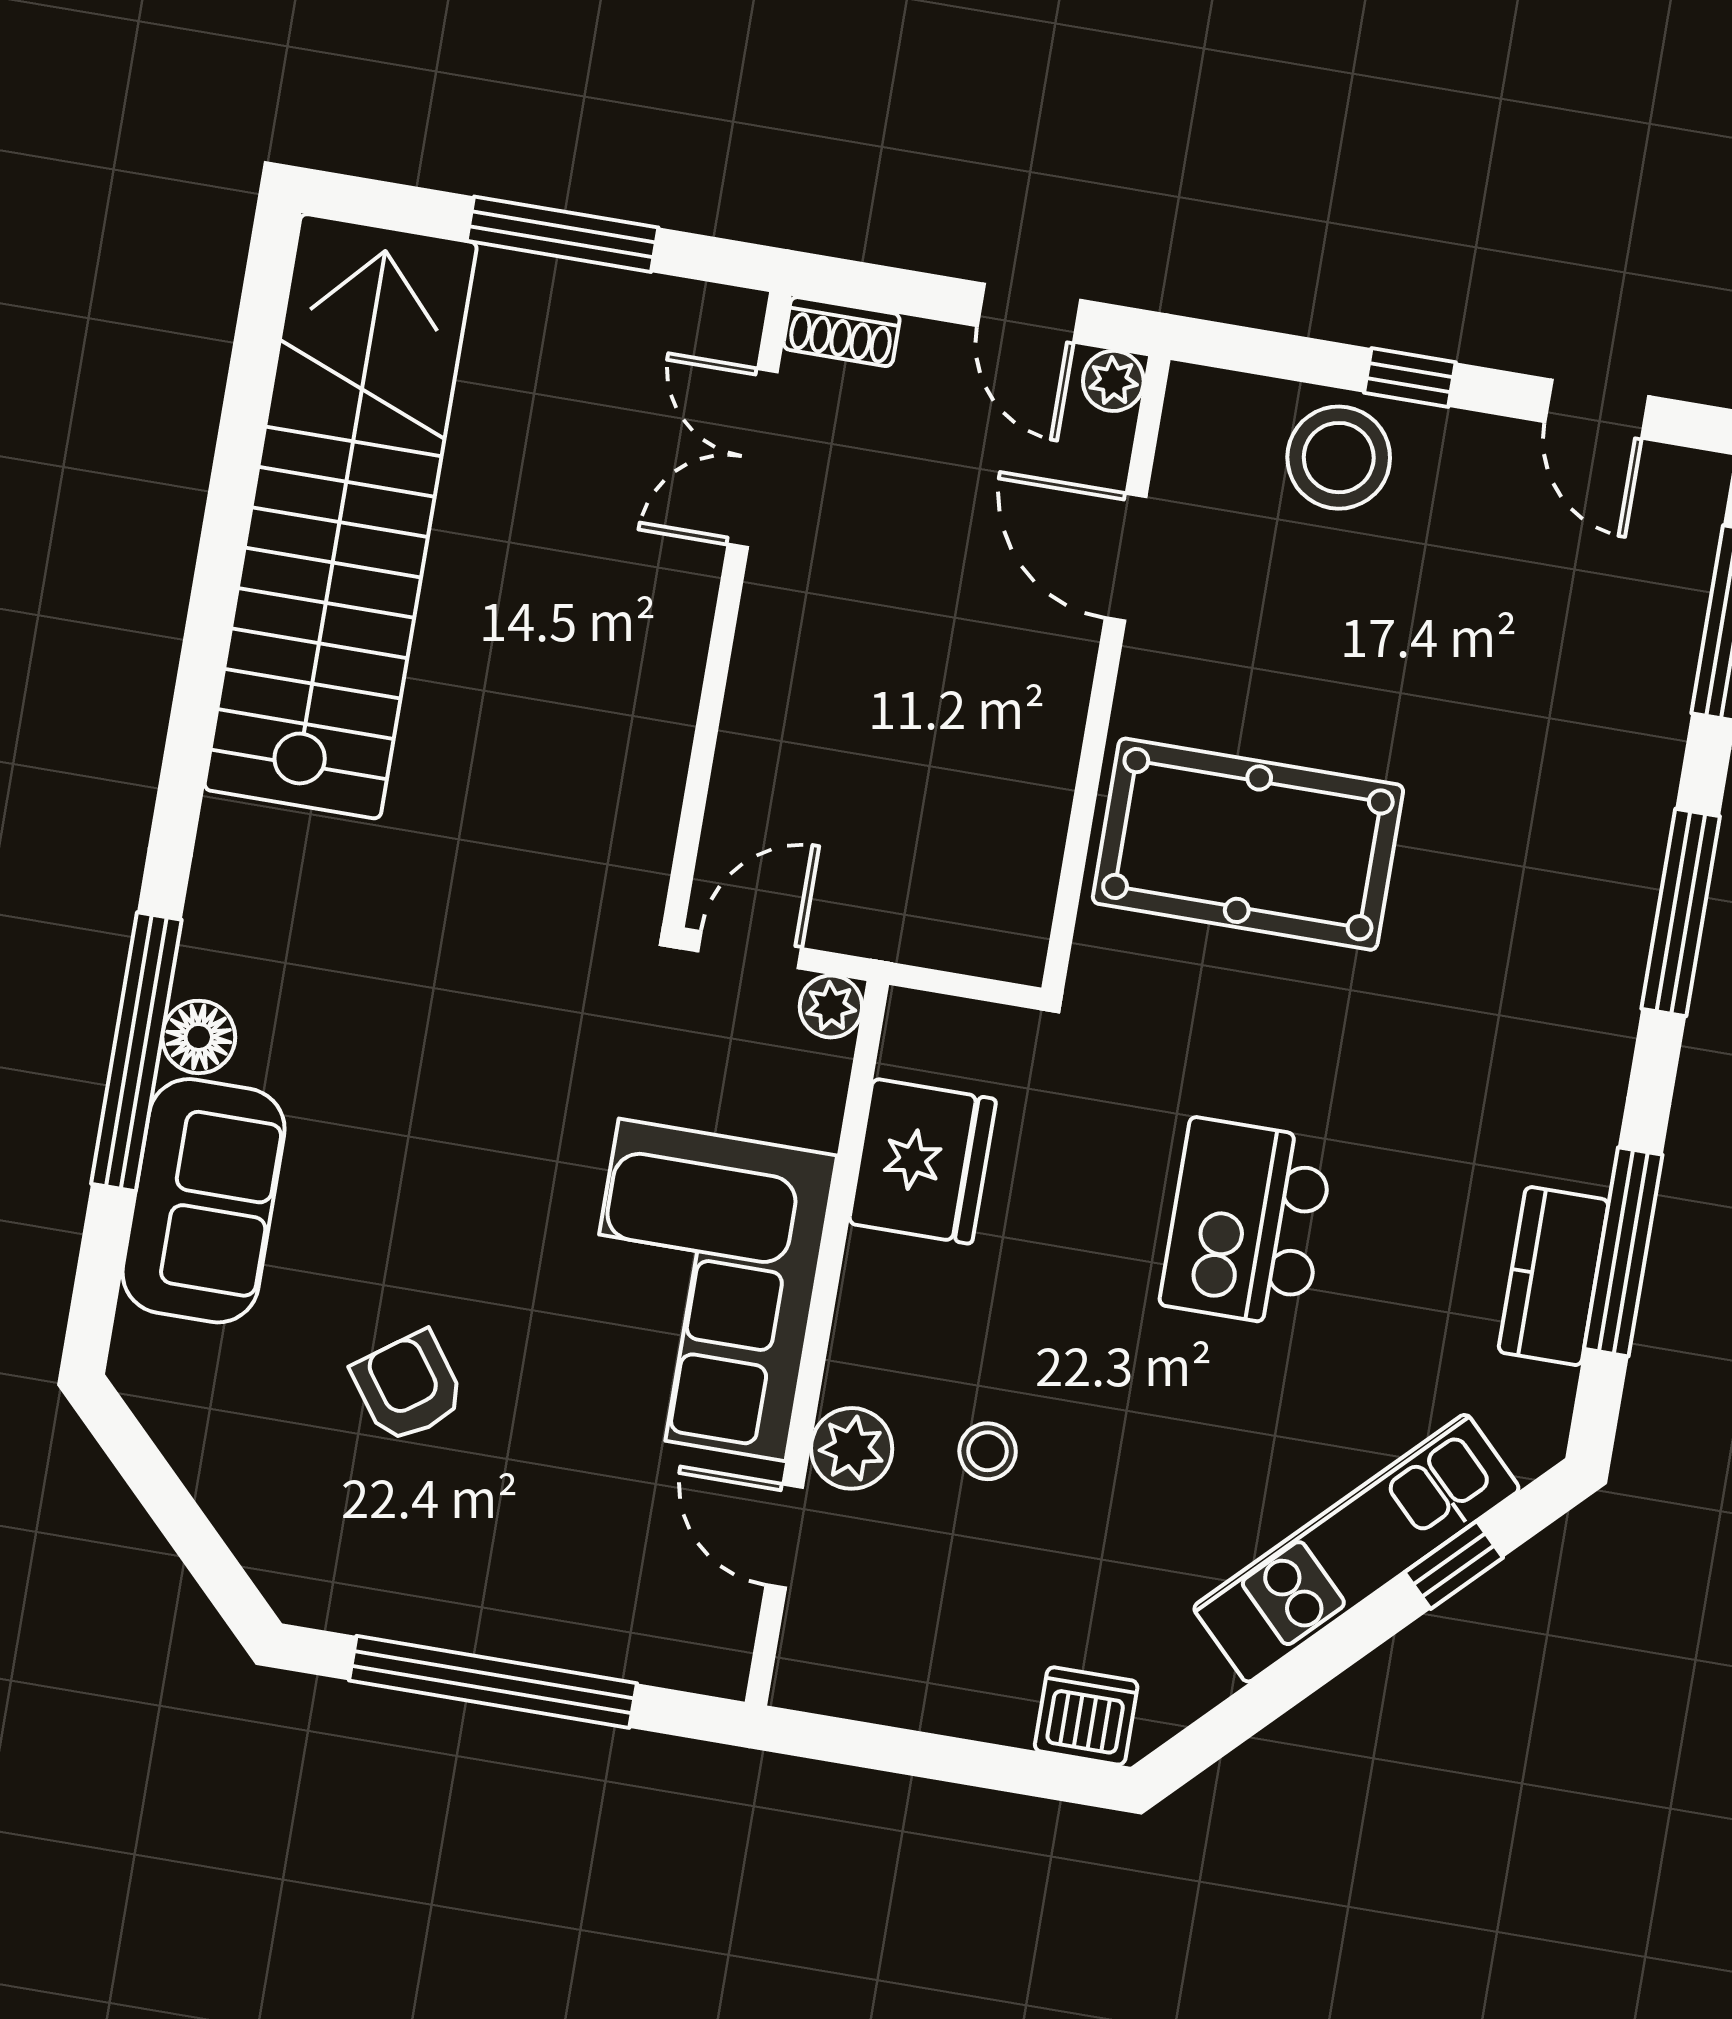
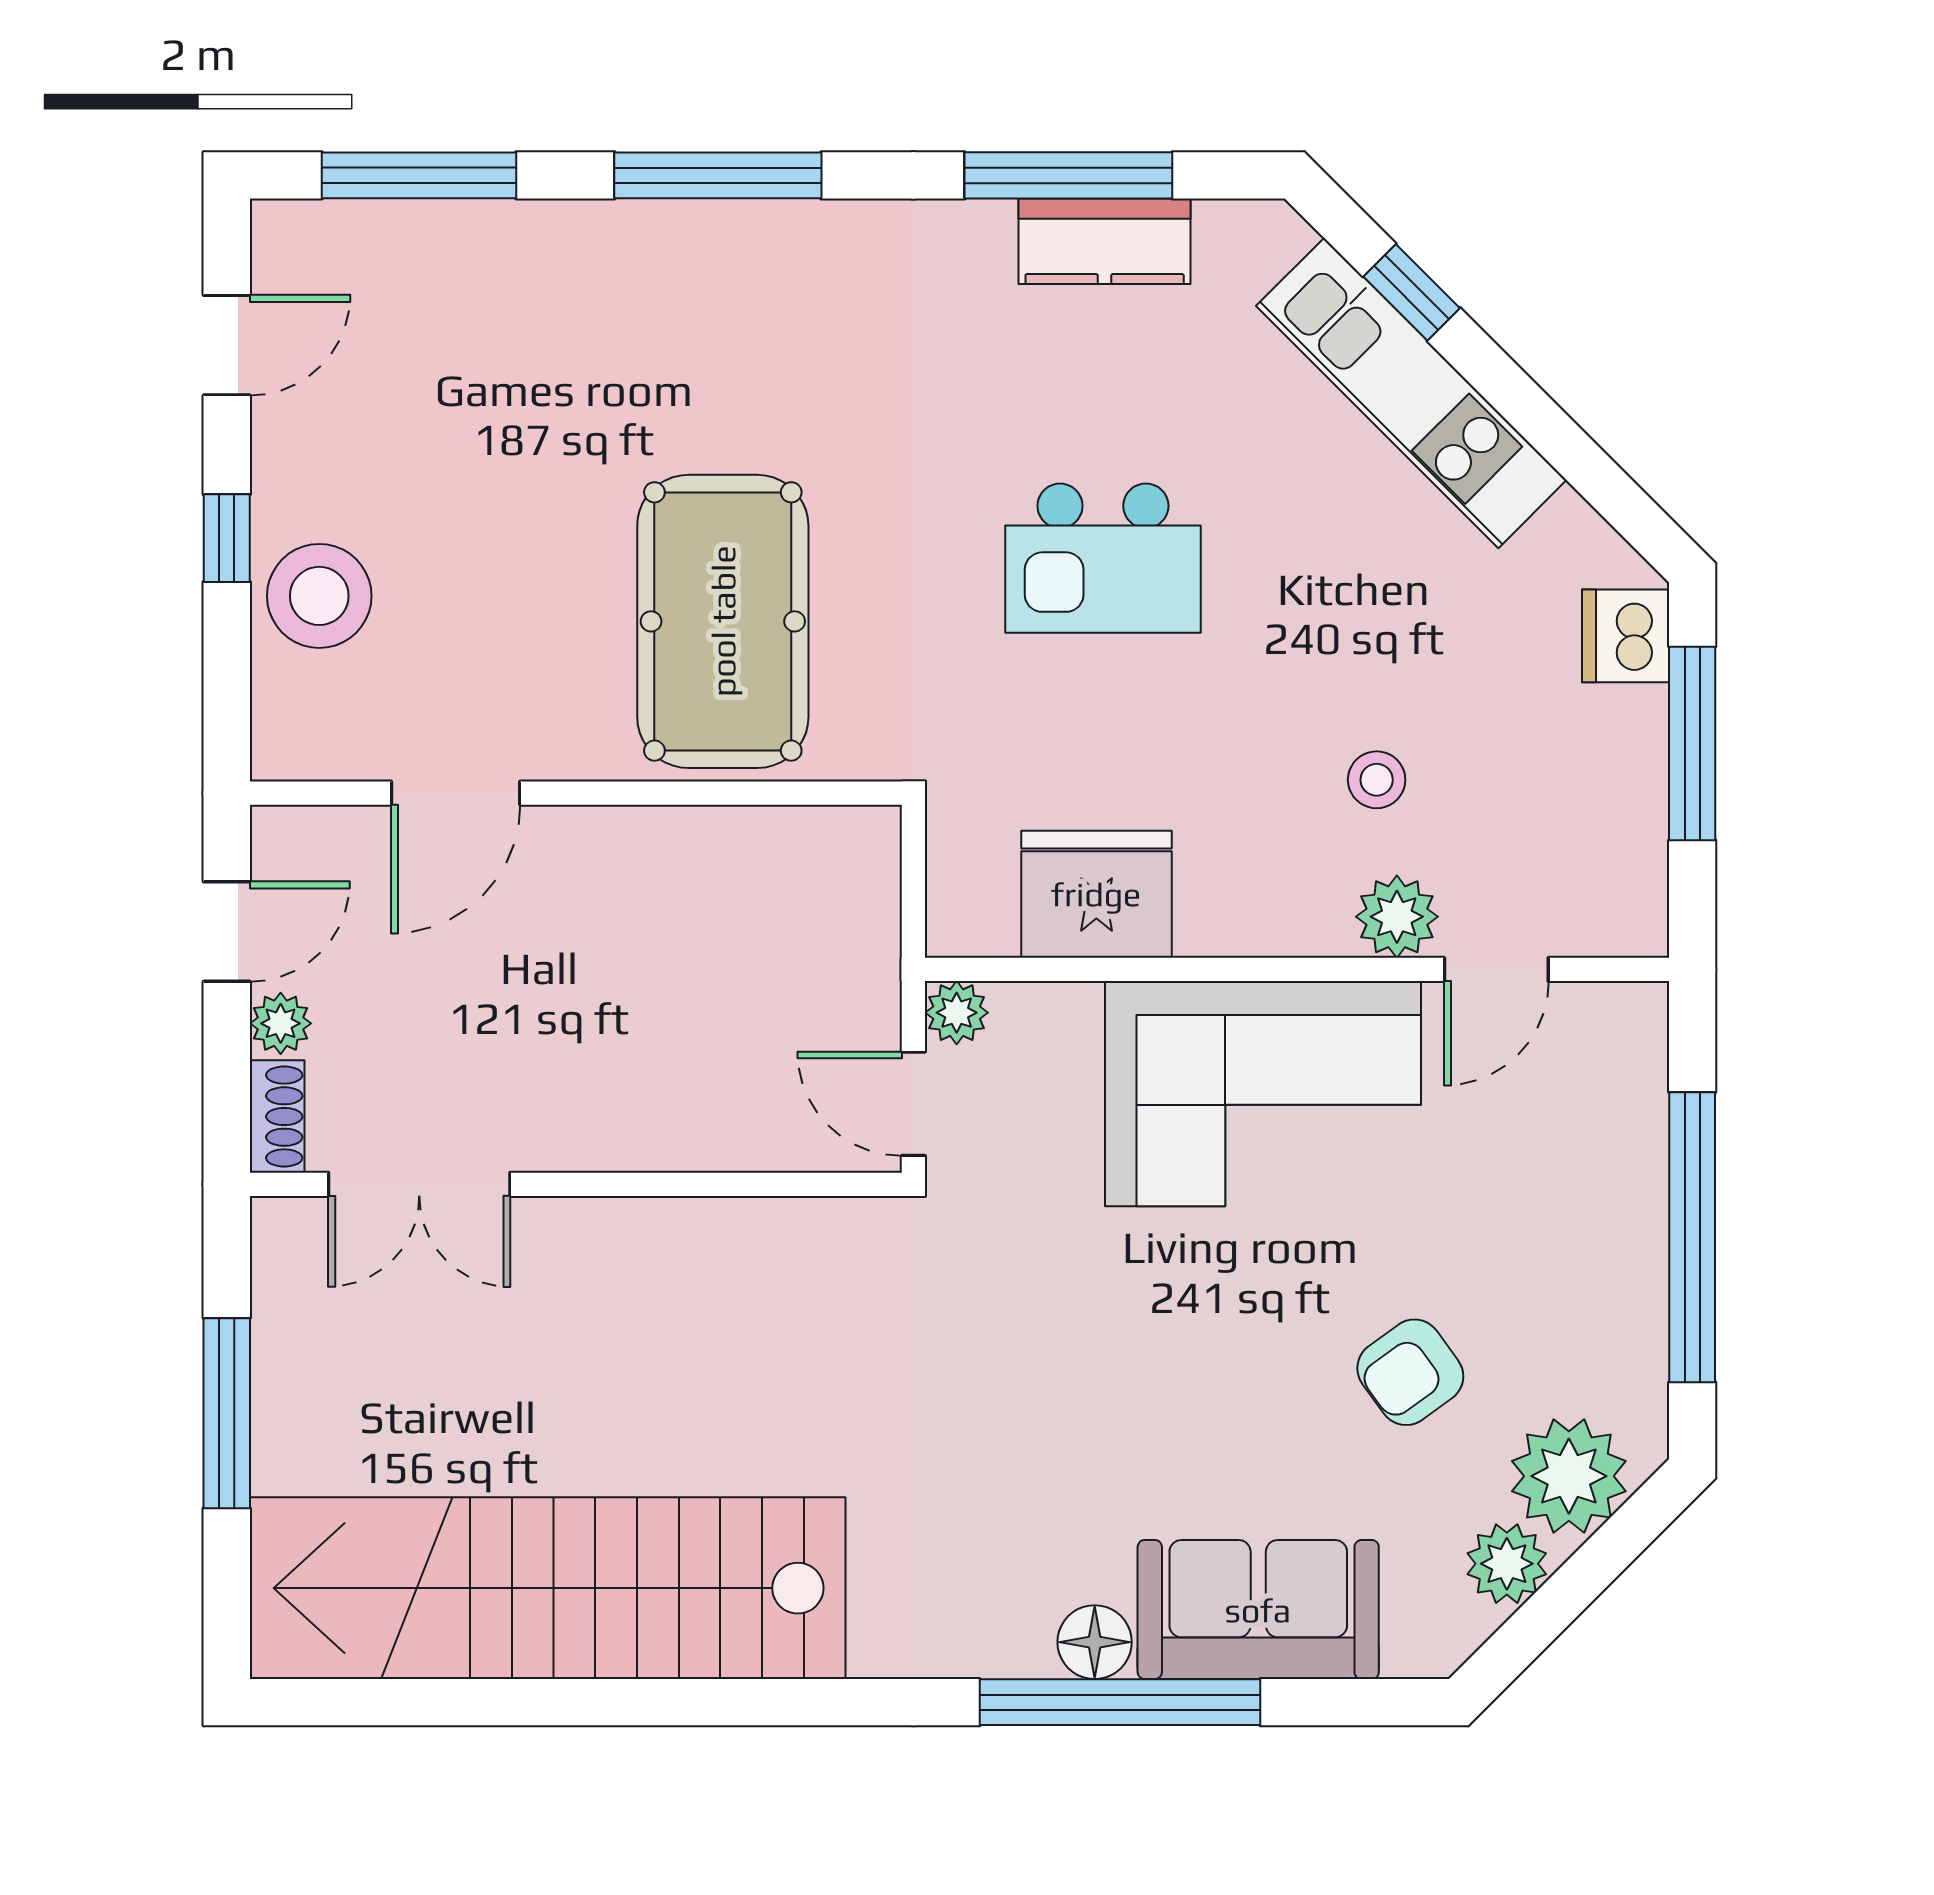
plant: (1113, 381) -> (281, 1023), moved
plant: (207, 1449) -> (1507, 1564), added
plant: (282, 1523) -> (1569, 1476), added
window: (971, 1763) -> (1692, 743), added

